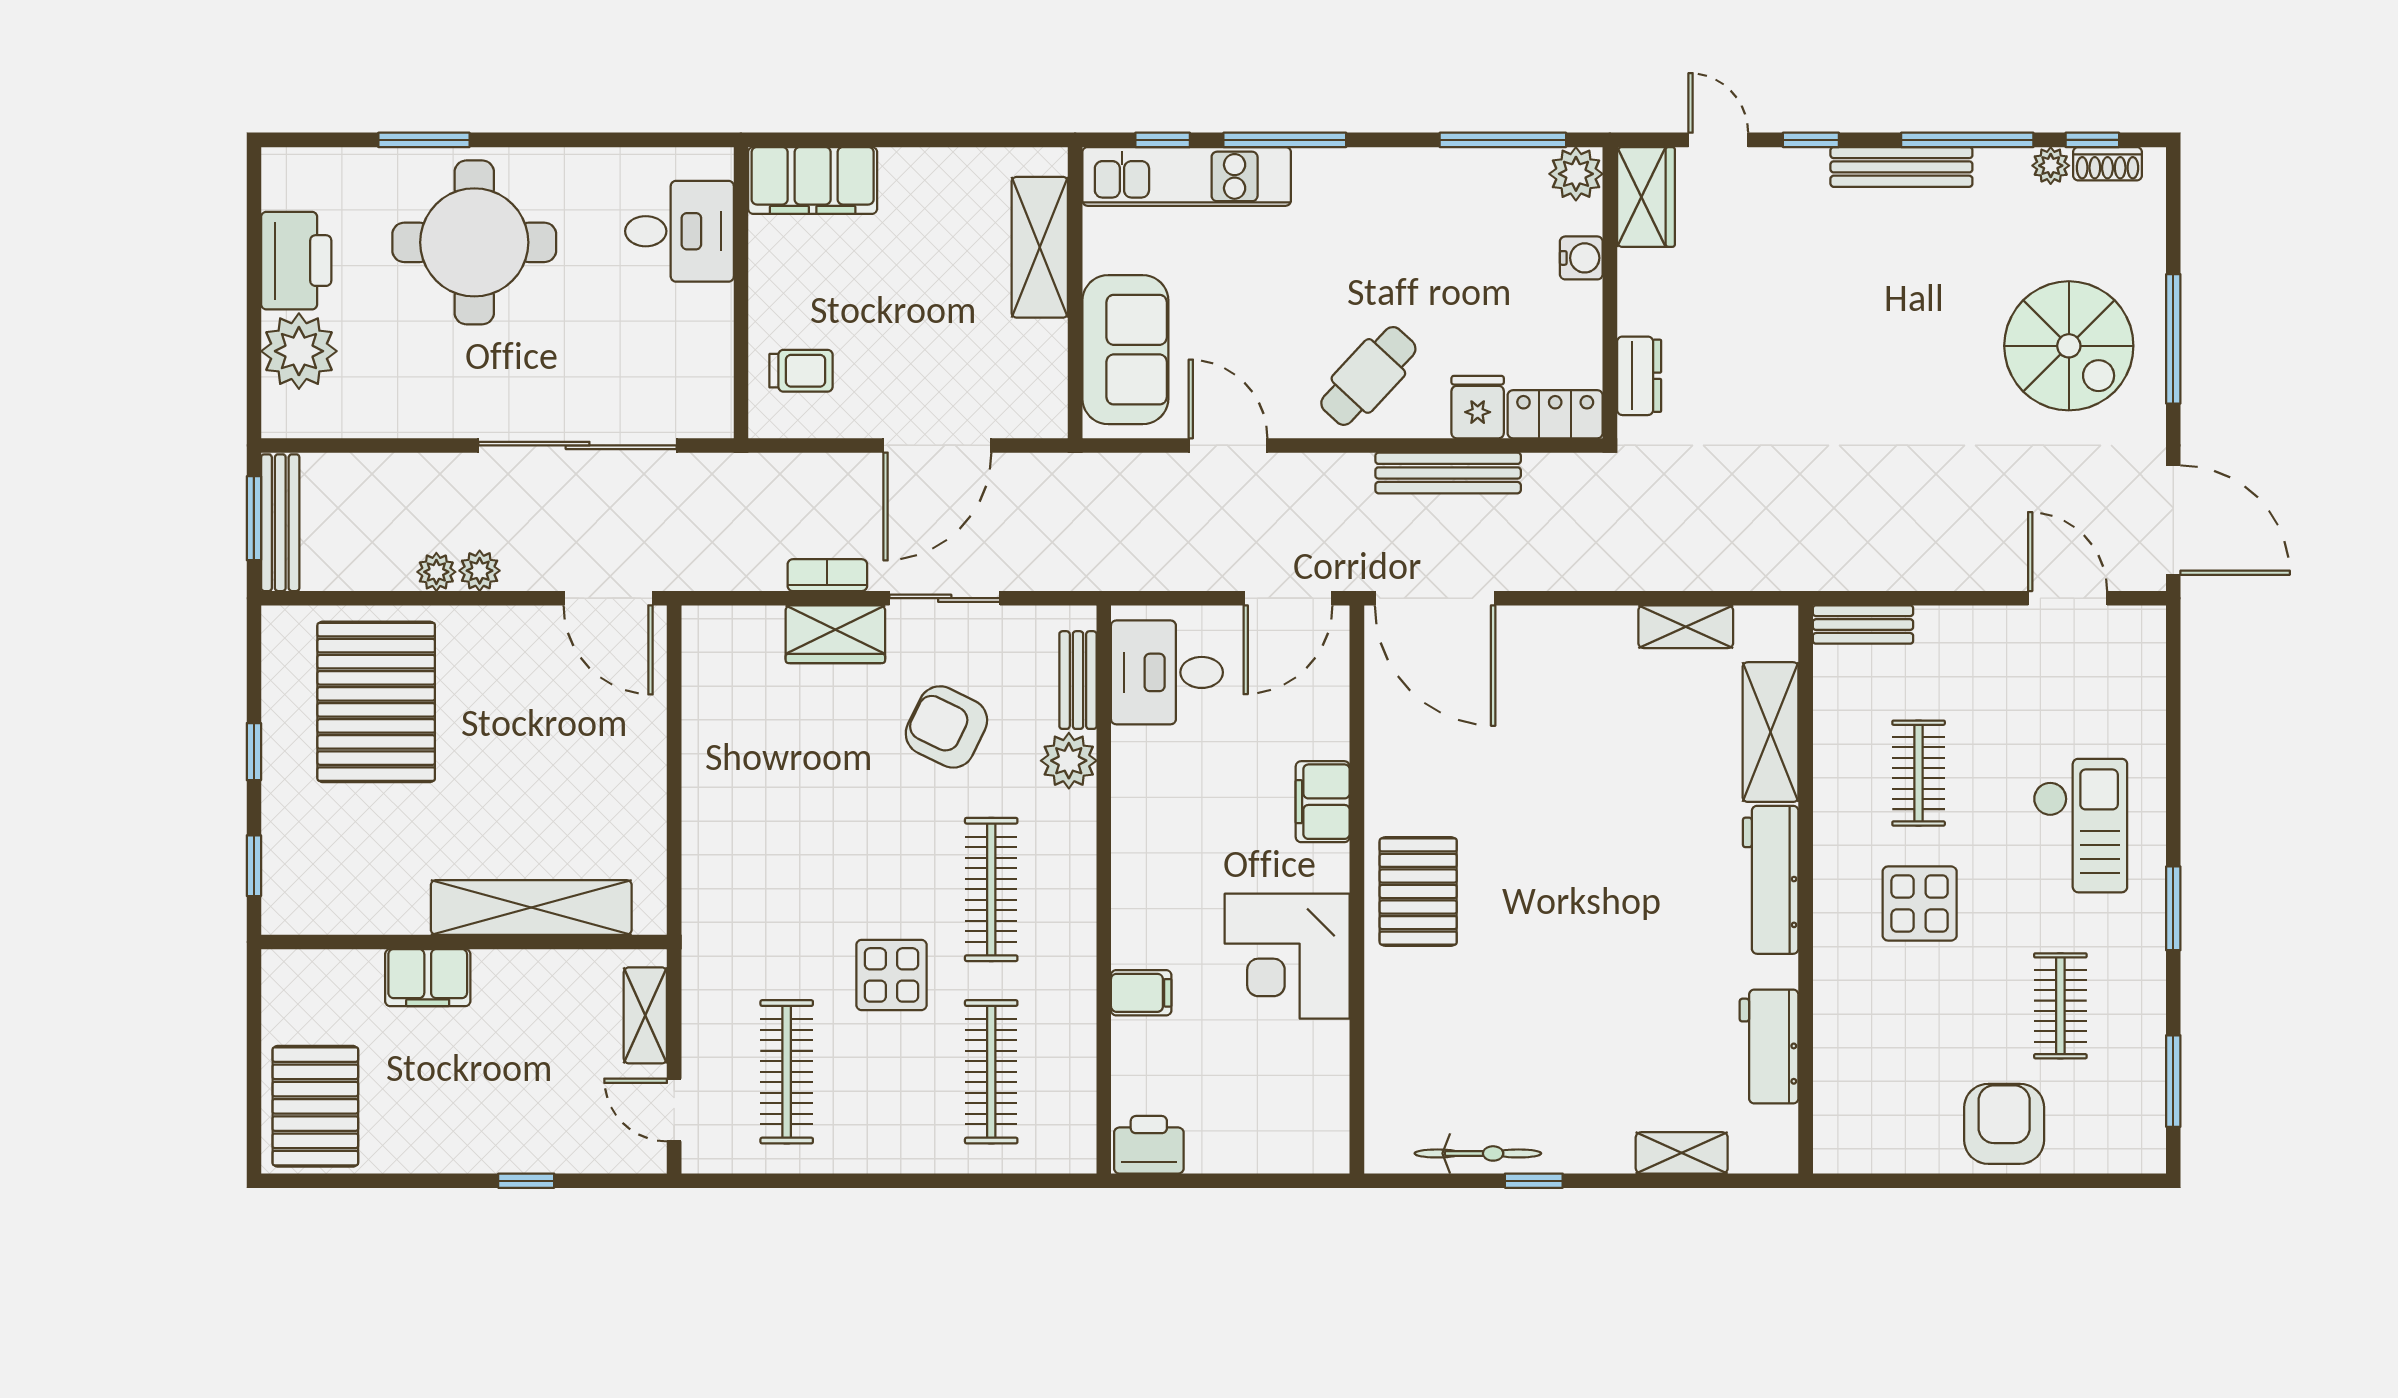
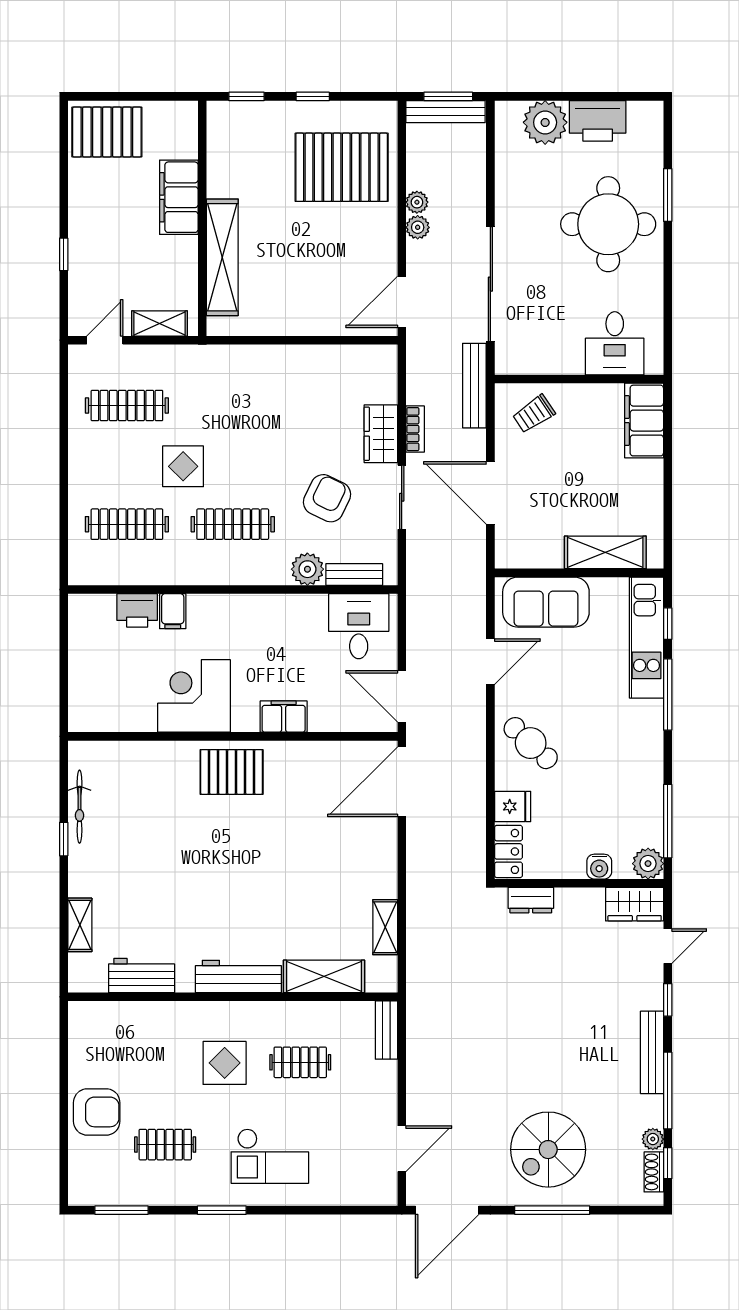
trolley: (801, 371) -> (534, 414), turned 56
bench: (1448, 473) -> (474, 386), moved
filing cabinet: (428, 978) -> (179, 197), width x1.50, depth x1.17
printer: (1149, 1145) -> (137, 610), moved, turned 90

